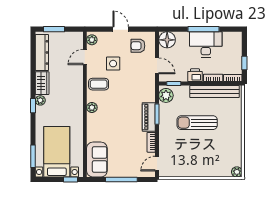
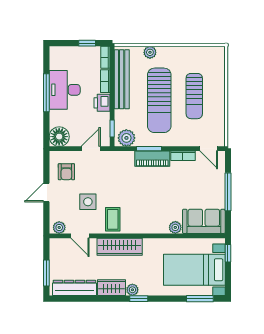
wardrobe: (76, 90) -> (120, 247), added
plant: (92, 108) -> (175, 227), moved
sun lounger: (197, 123) -> (159, 100), width x1.36, depth x1.34
sun lounger: (201, 152) -> (194, 96), added
plant: (237, 172) -> (150, 52), moved

